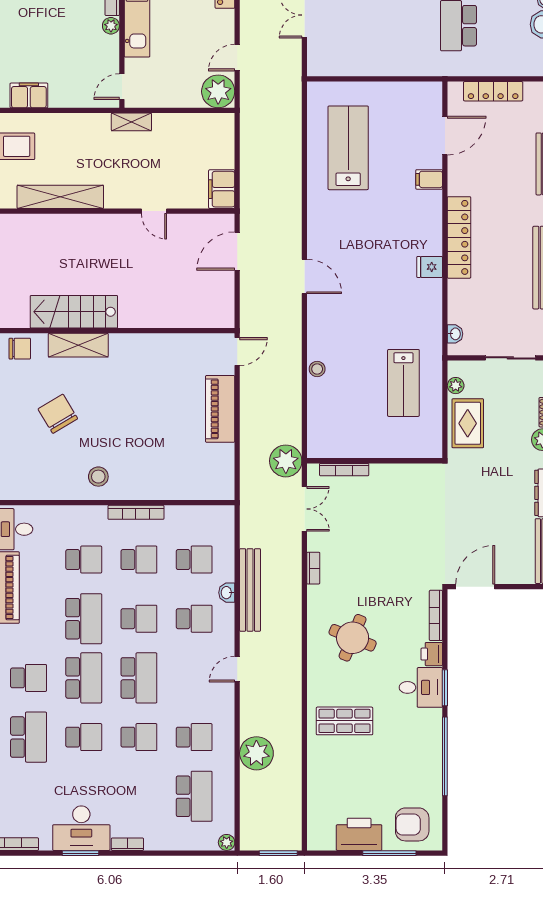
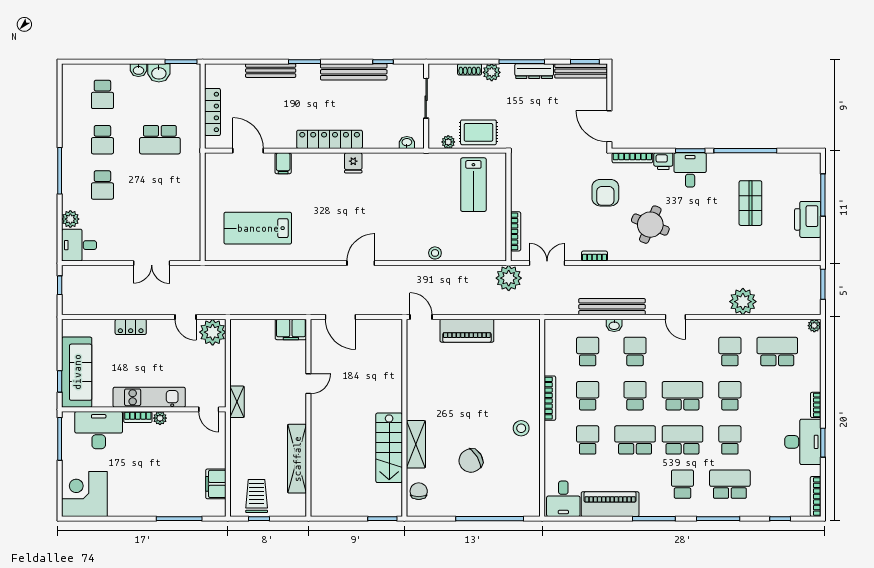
lab bench: (403, 383) -> (473, 185), moved, turned 90
shop shelf: (344, 721) -> (750, 203), moved
armchair: (412, 824) -> (605, 193), moved

